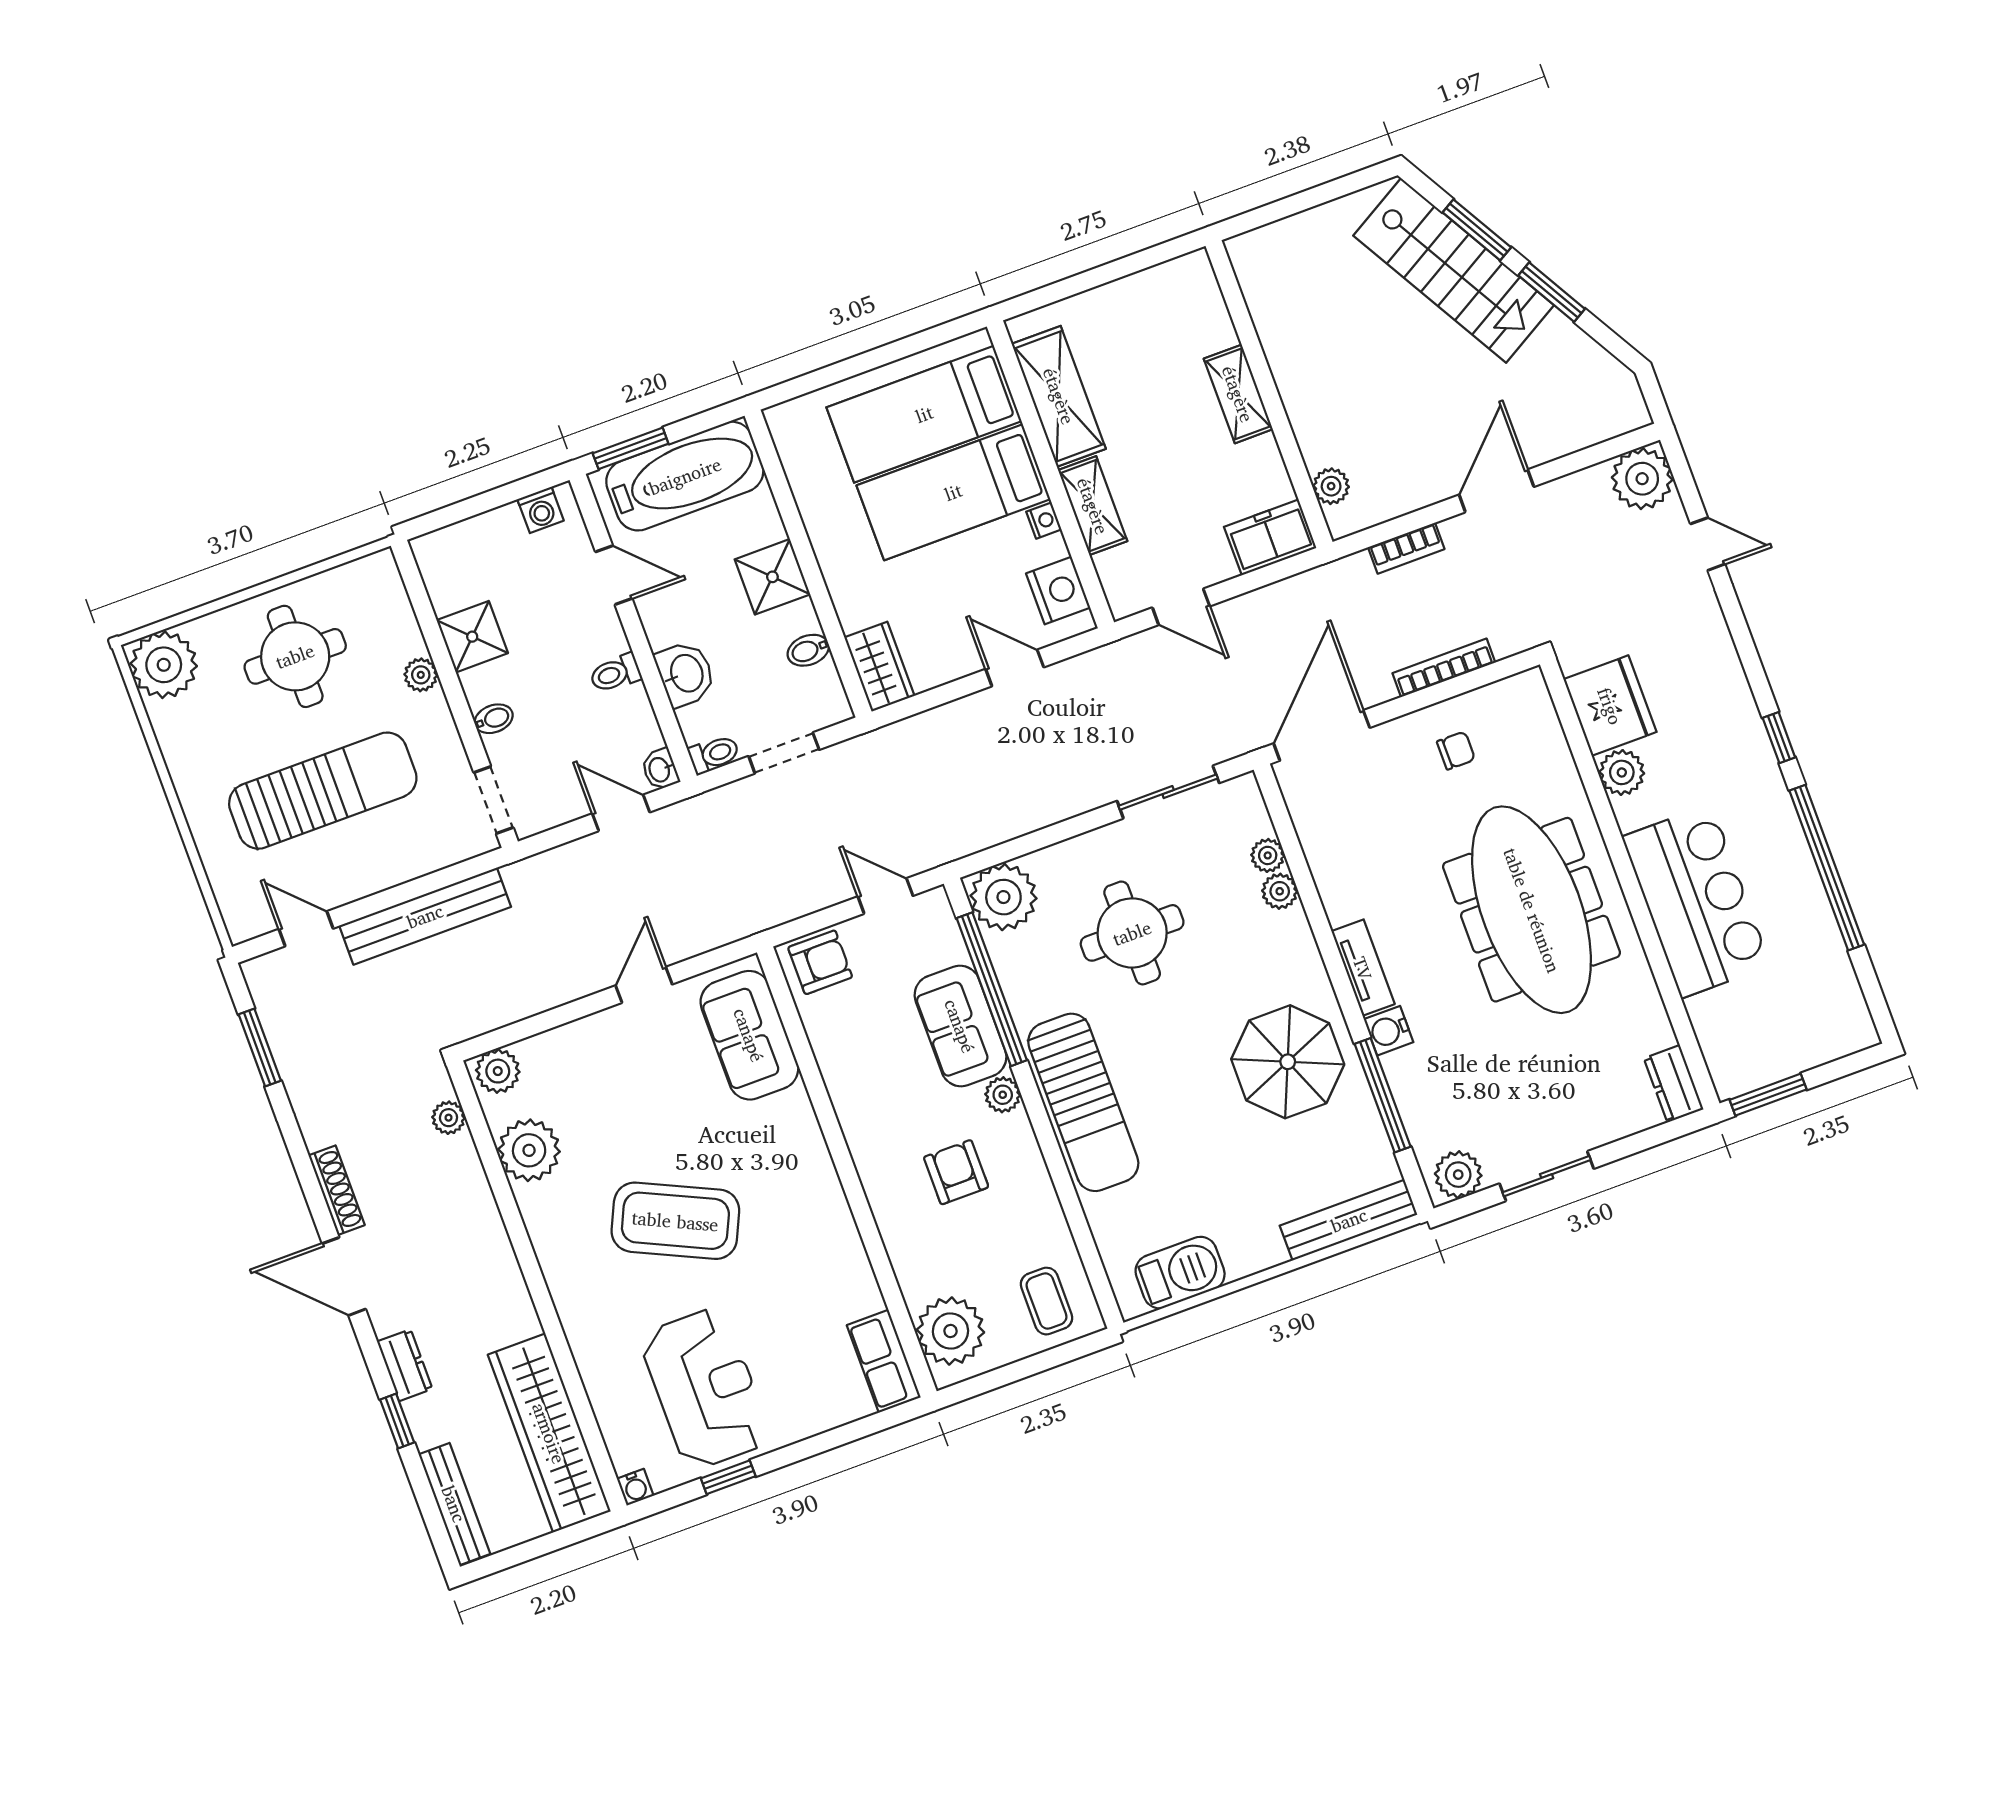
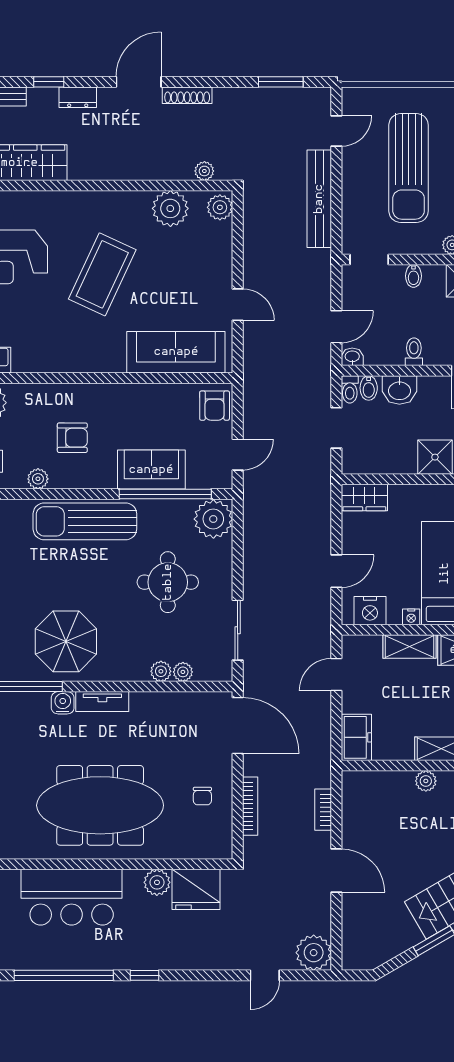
plant: (1331, 486) -> (426, 781), moved
bidet: (808, 650) -> (369, 388), moved, turned 180
sofa: (749, 1035) -> (176, 352), width x1.36
plant: (1003, 1095) -> (38, 479), moved

